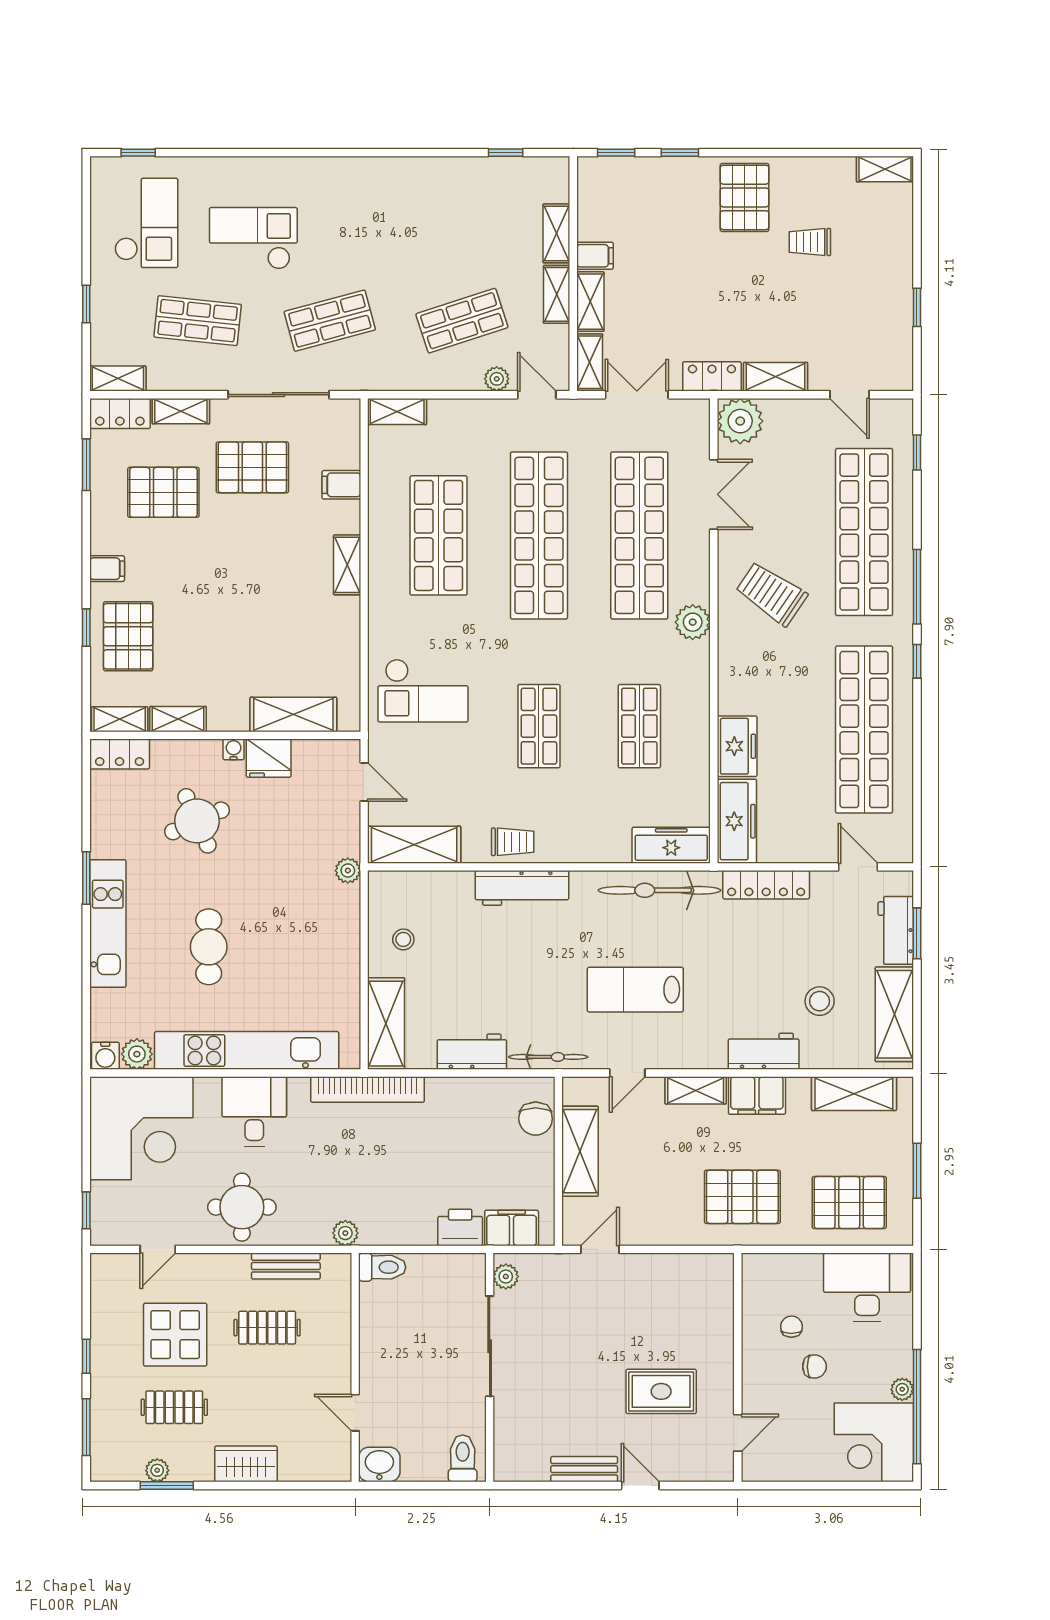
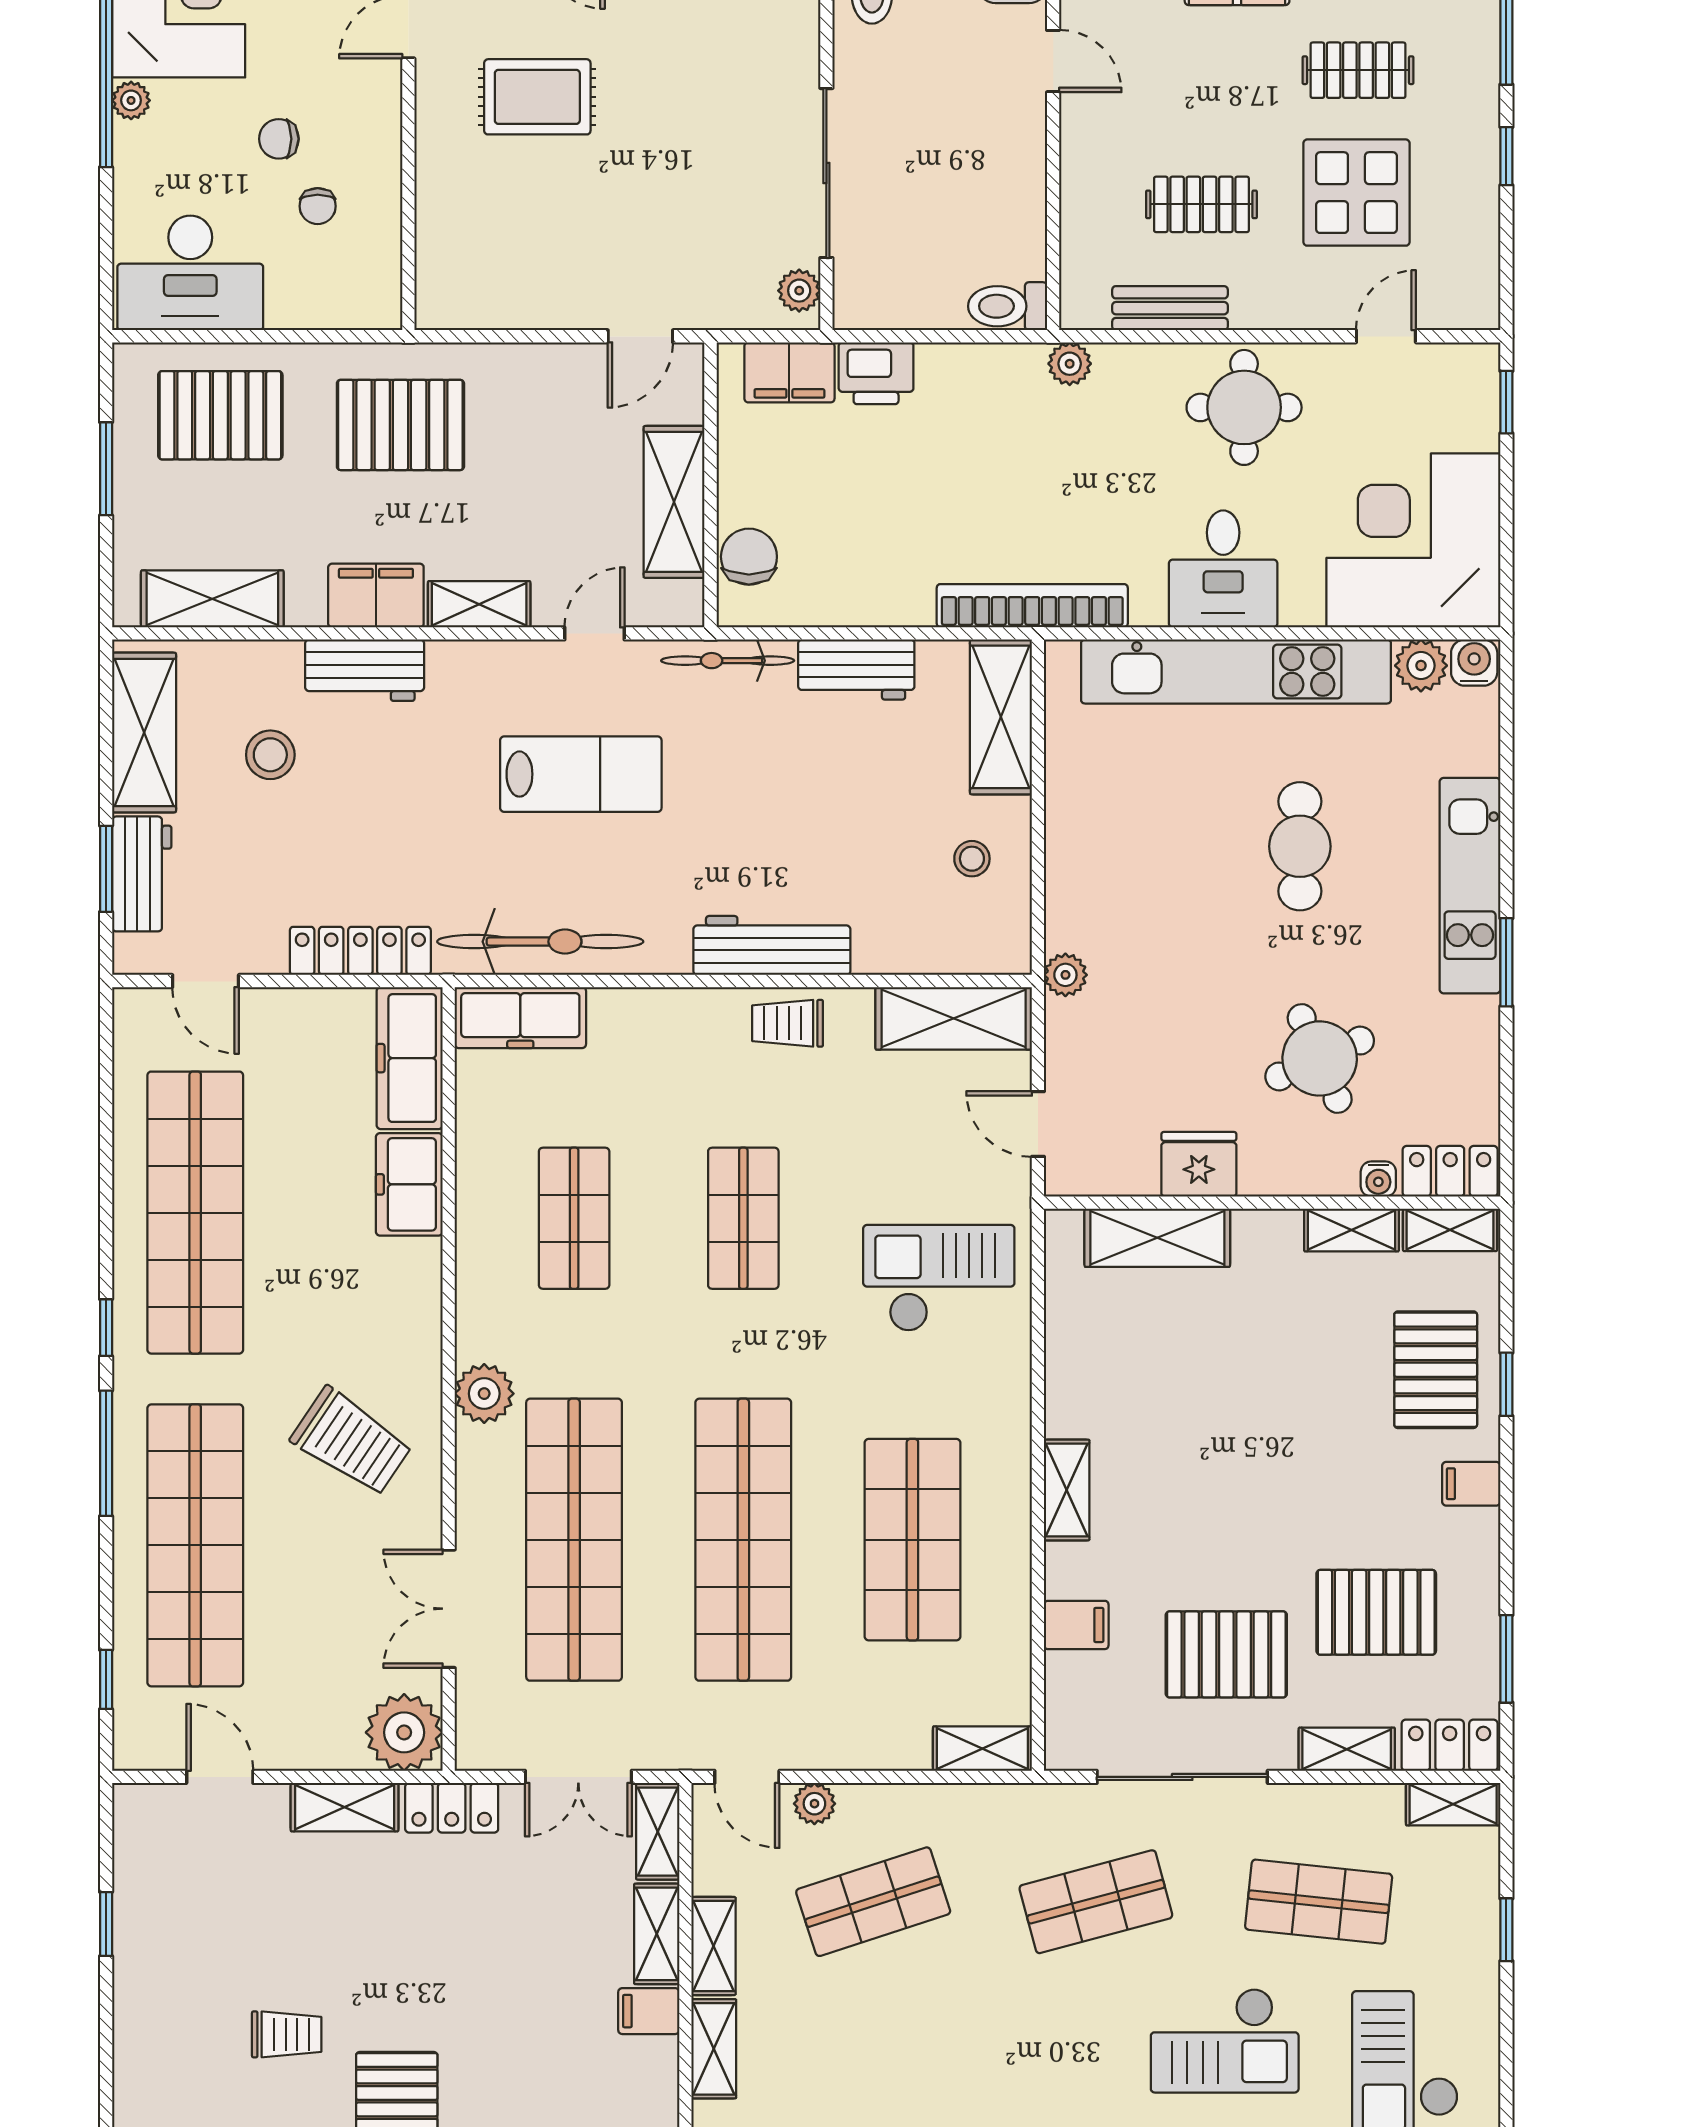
water cooler: (234, 749) -> (1378, 1179), moved

